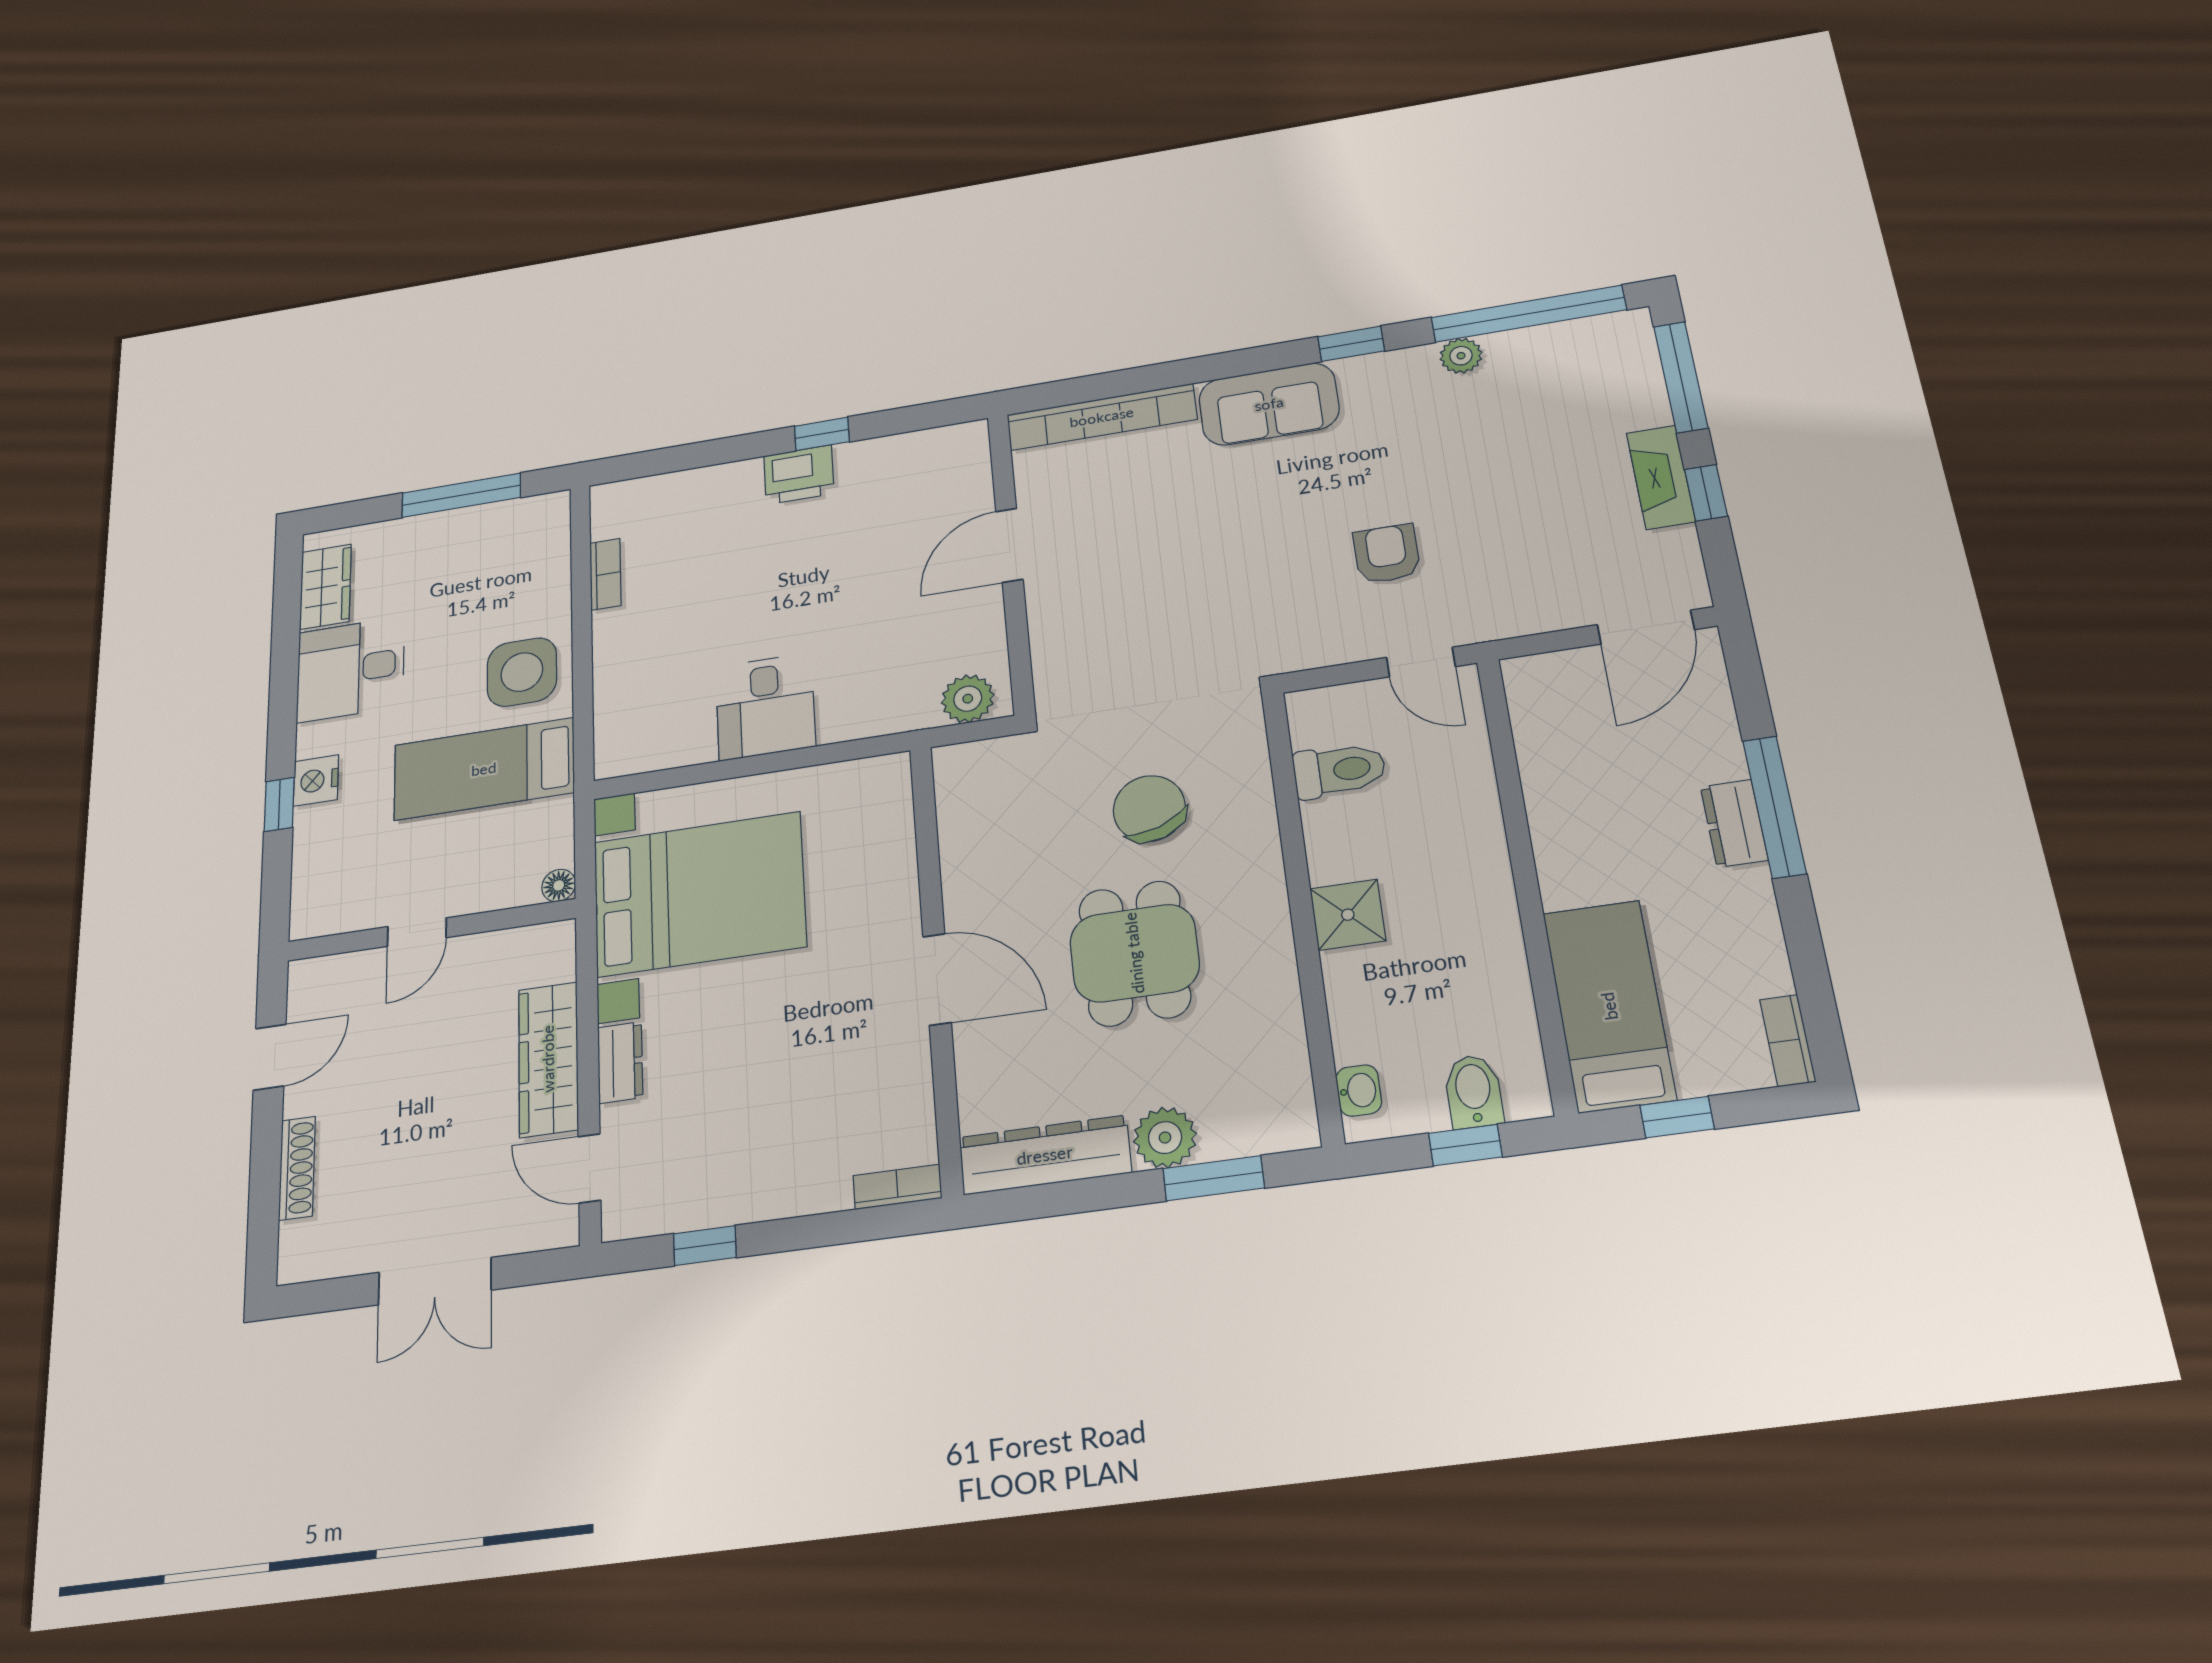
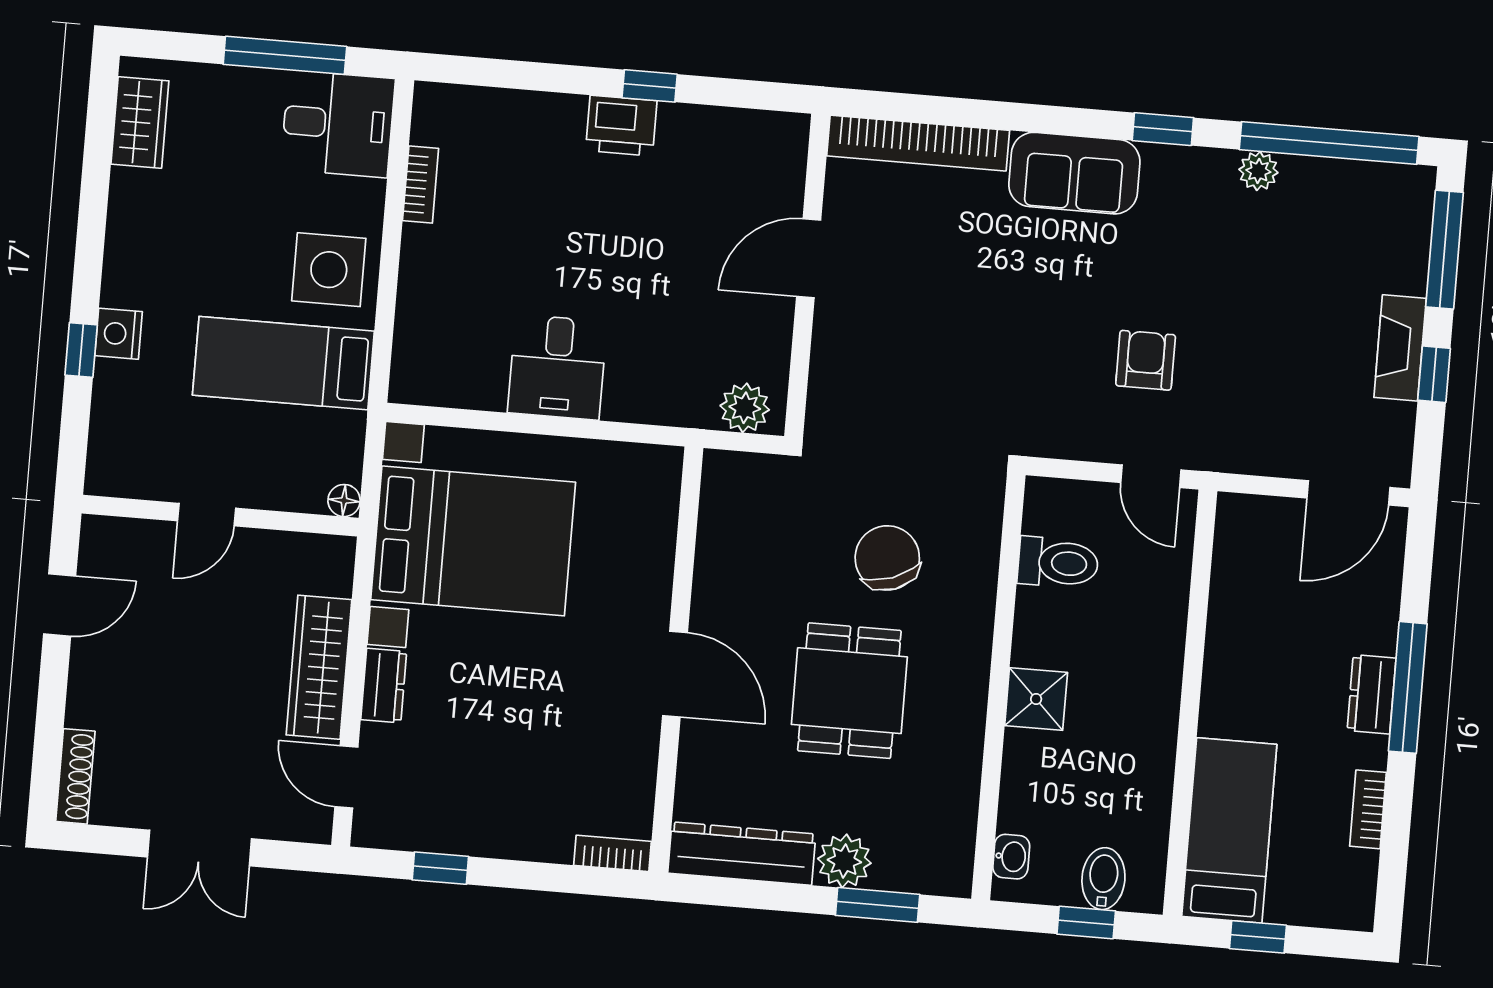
desk: (351, 669) -> (338, 124), moved, turned 180
bookcase: (1788, 1041) -> (1368, 809), moved
shoe rack: (297, 1168) -> (75, 776), moved

